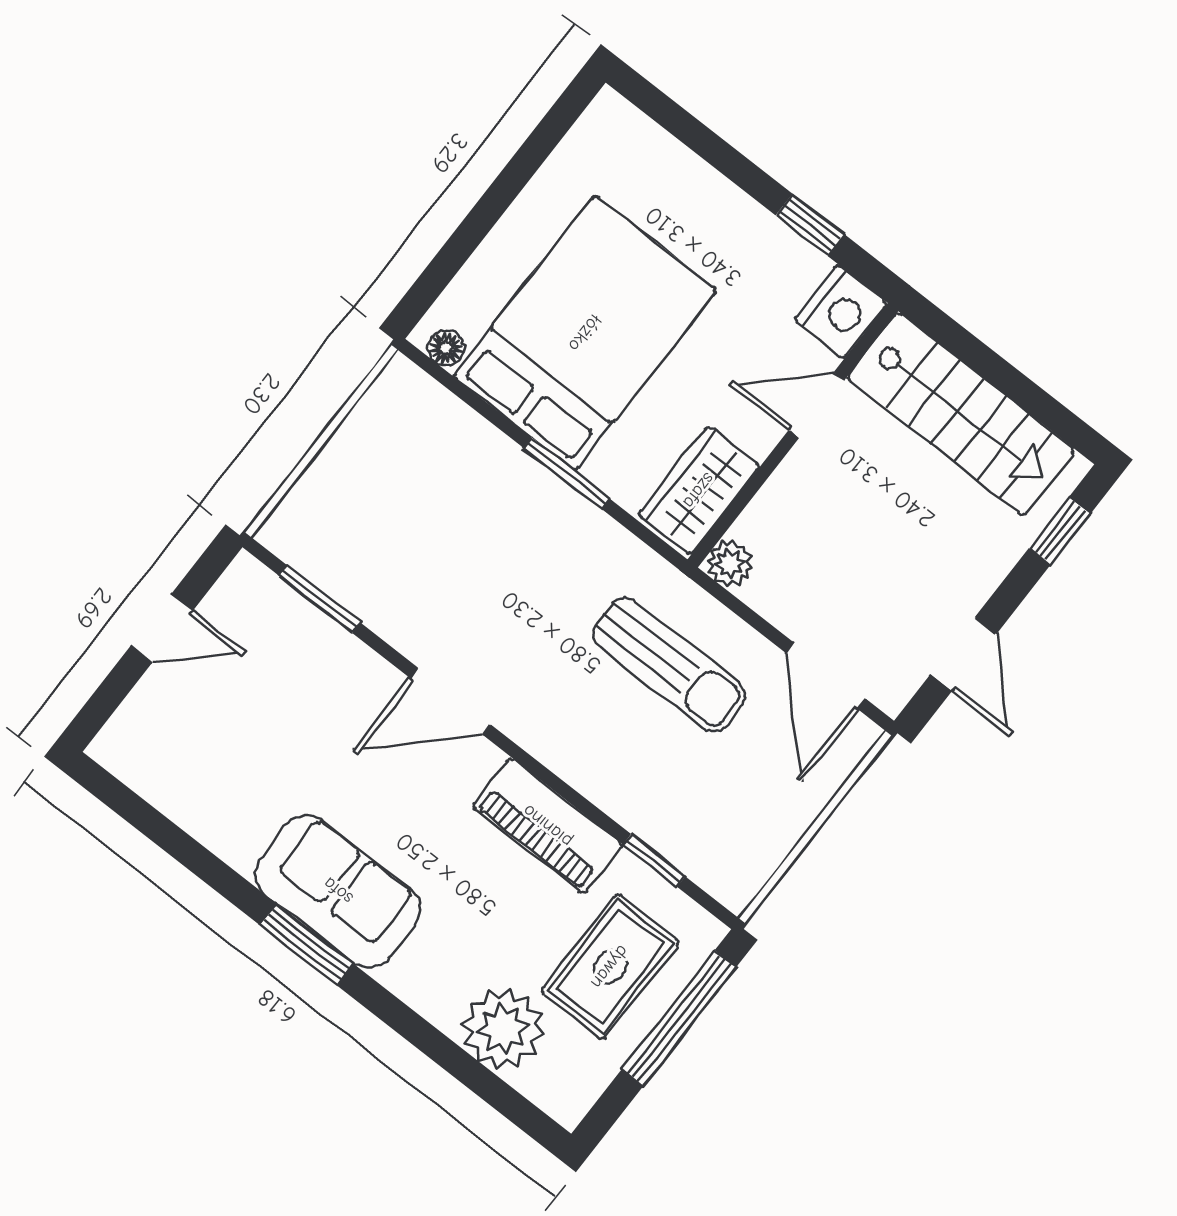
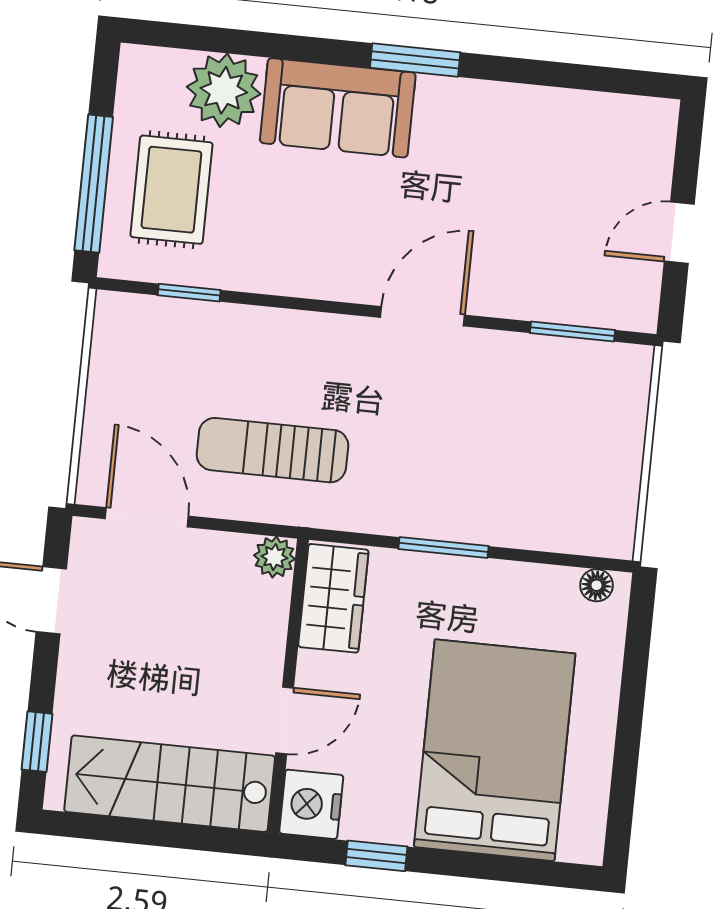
bed: (585, 333) -> (495, 750), moved, turned 180
piano: (547, 826) -> (288, 268), removed
sofa: (338, 891) -> (338, 108), moved

